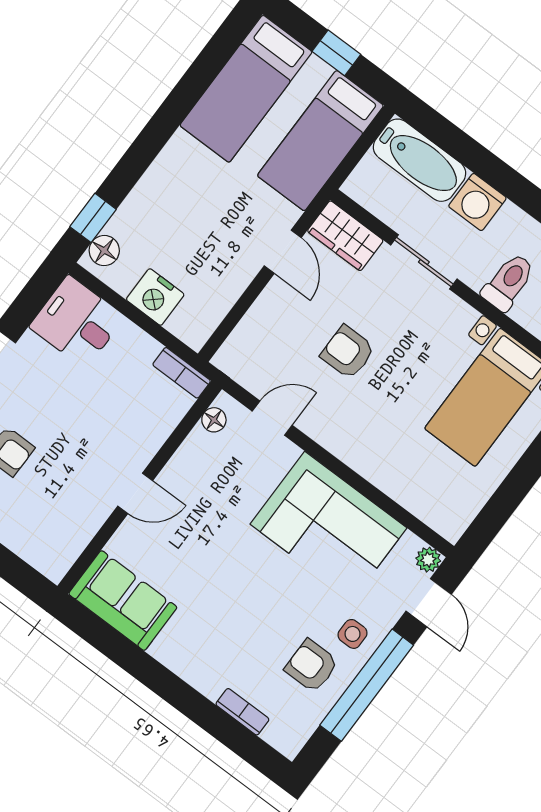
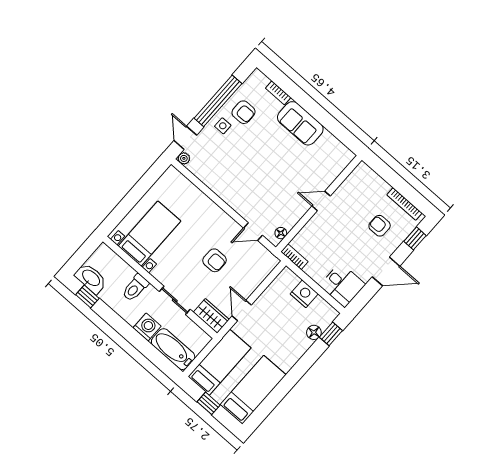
floor lamp: (104, 251) -> (314, 332), moved
corner sofa: (328, 526) -> (230, 178), removed
sofa: (123, 601) -> (300, 123), moved

